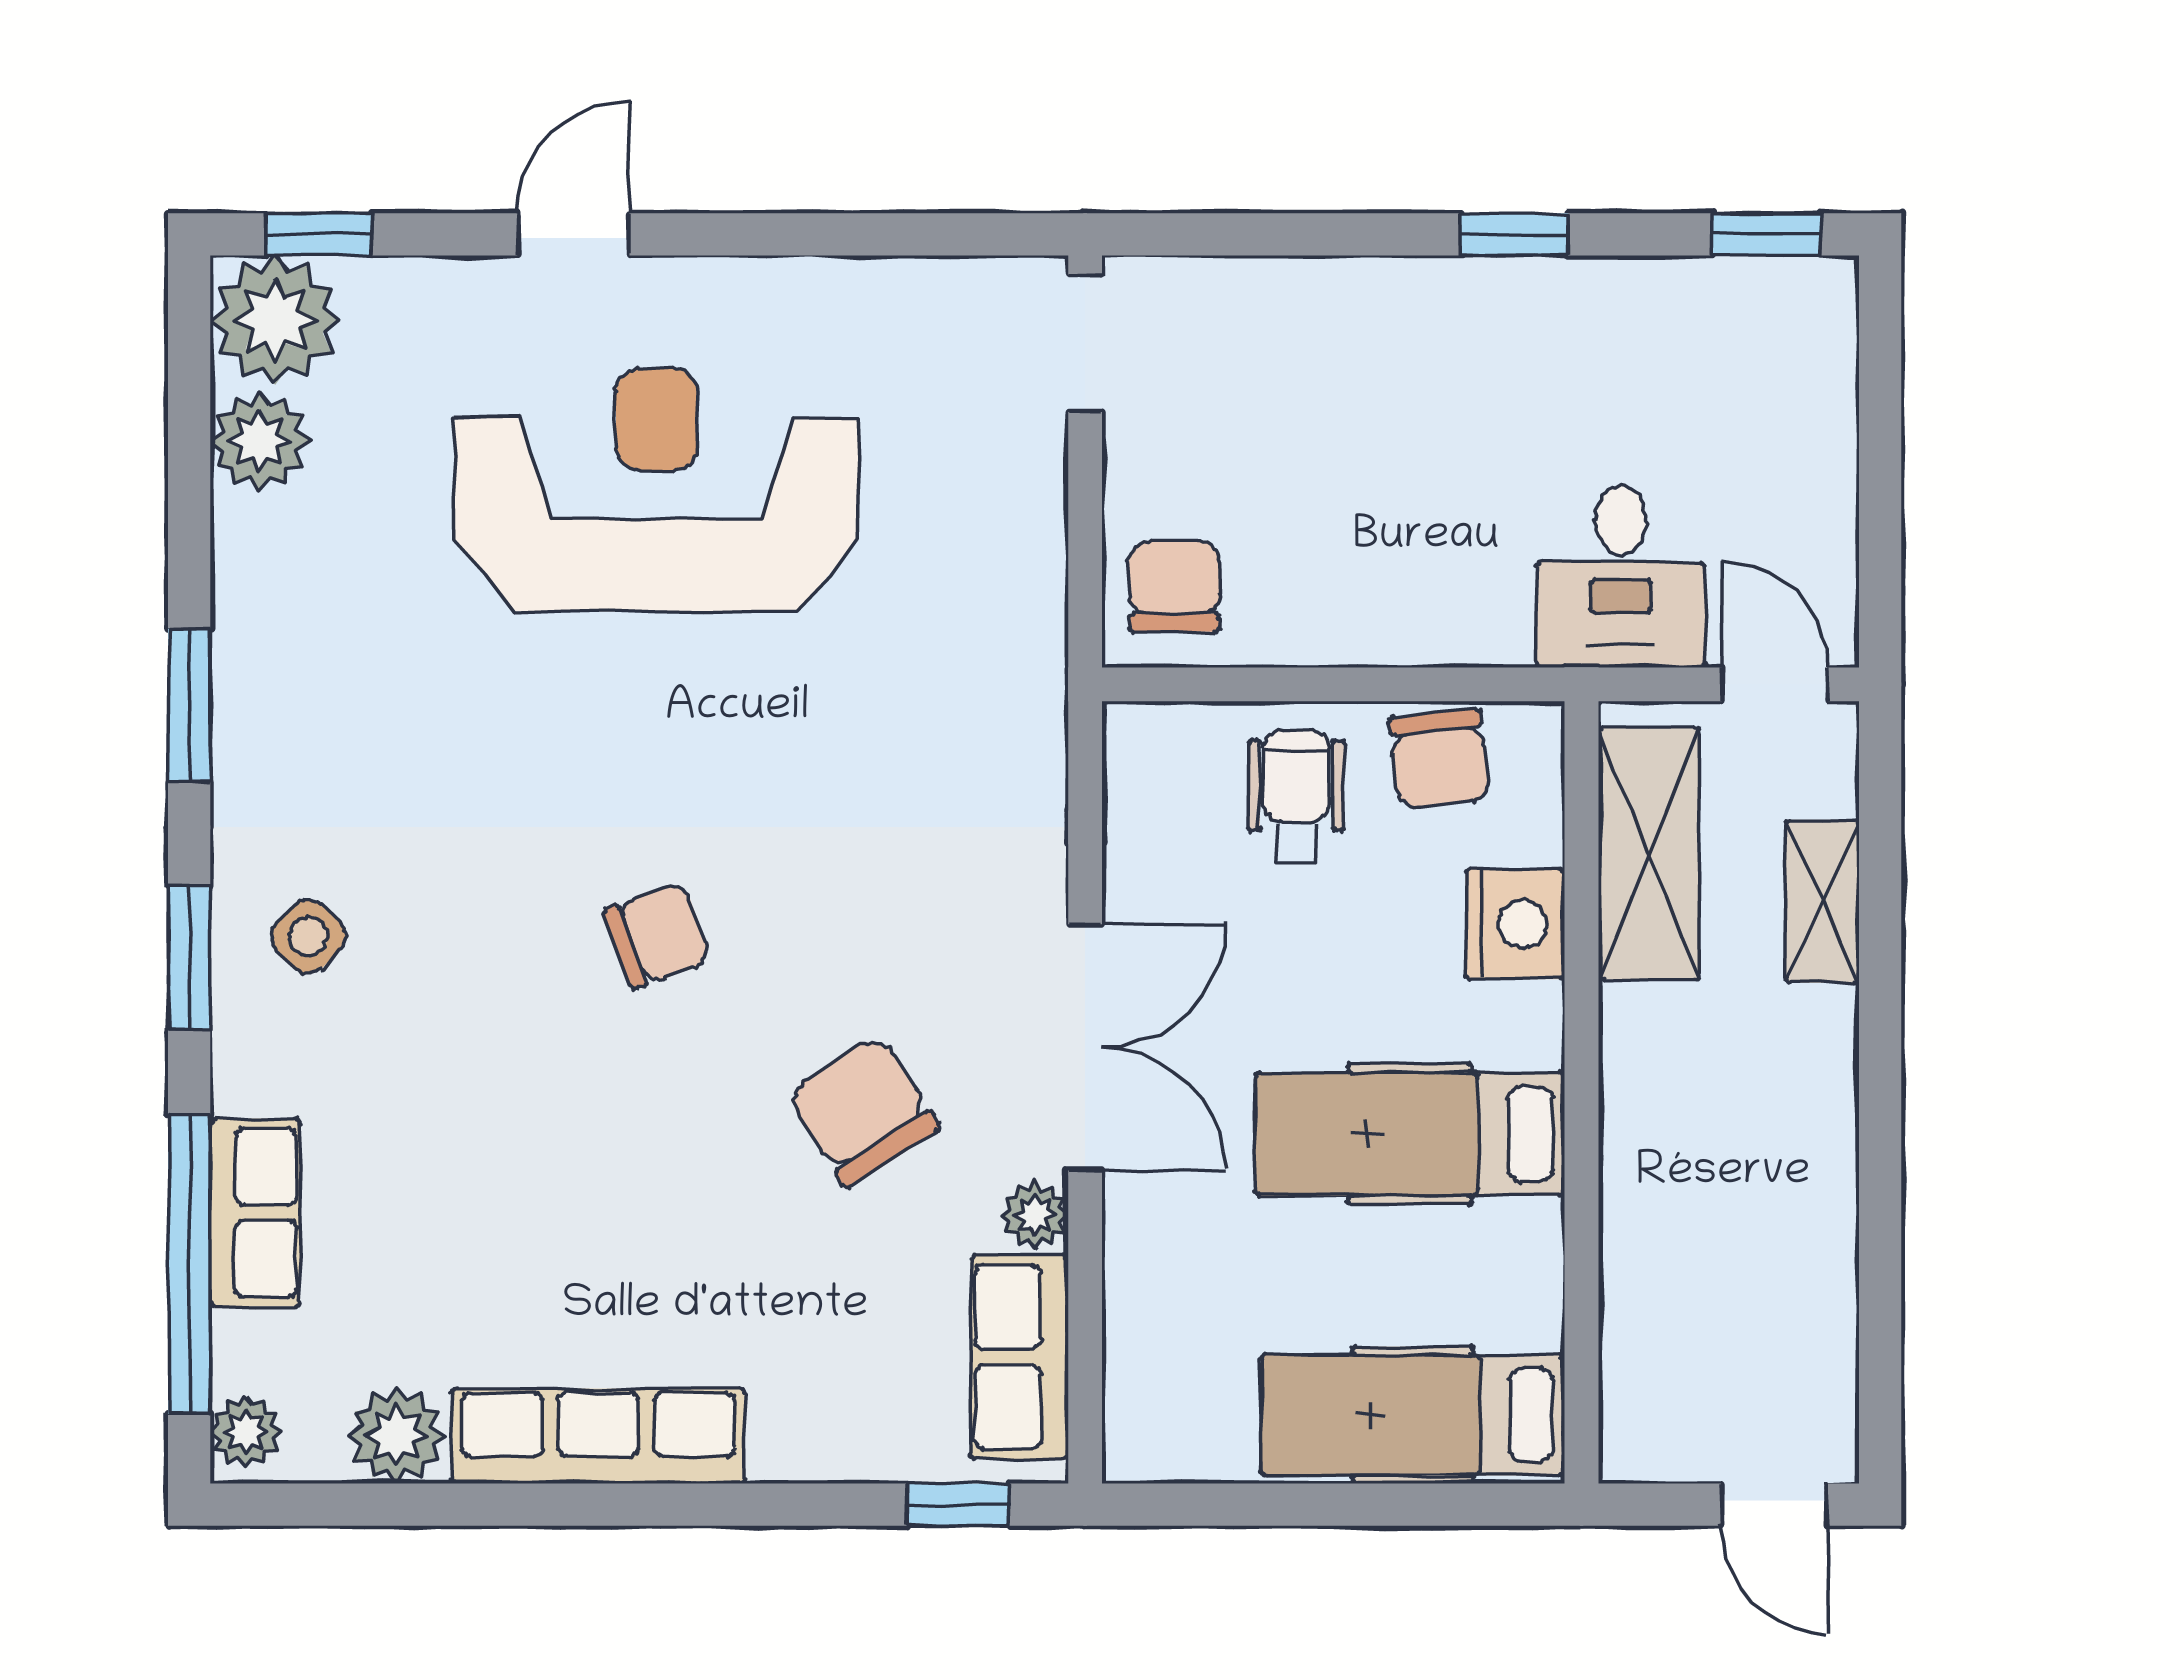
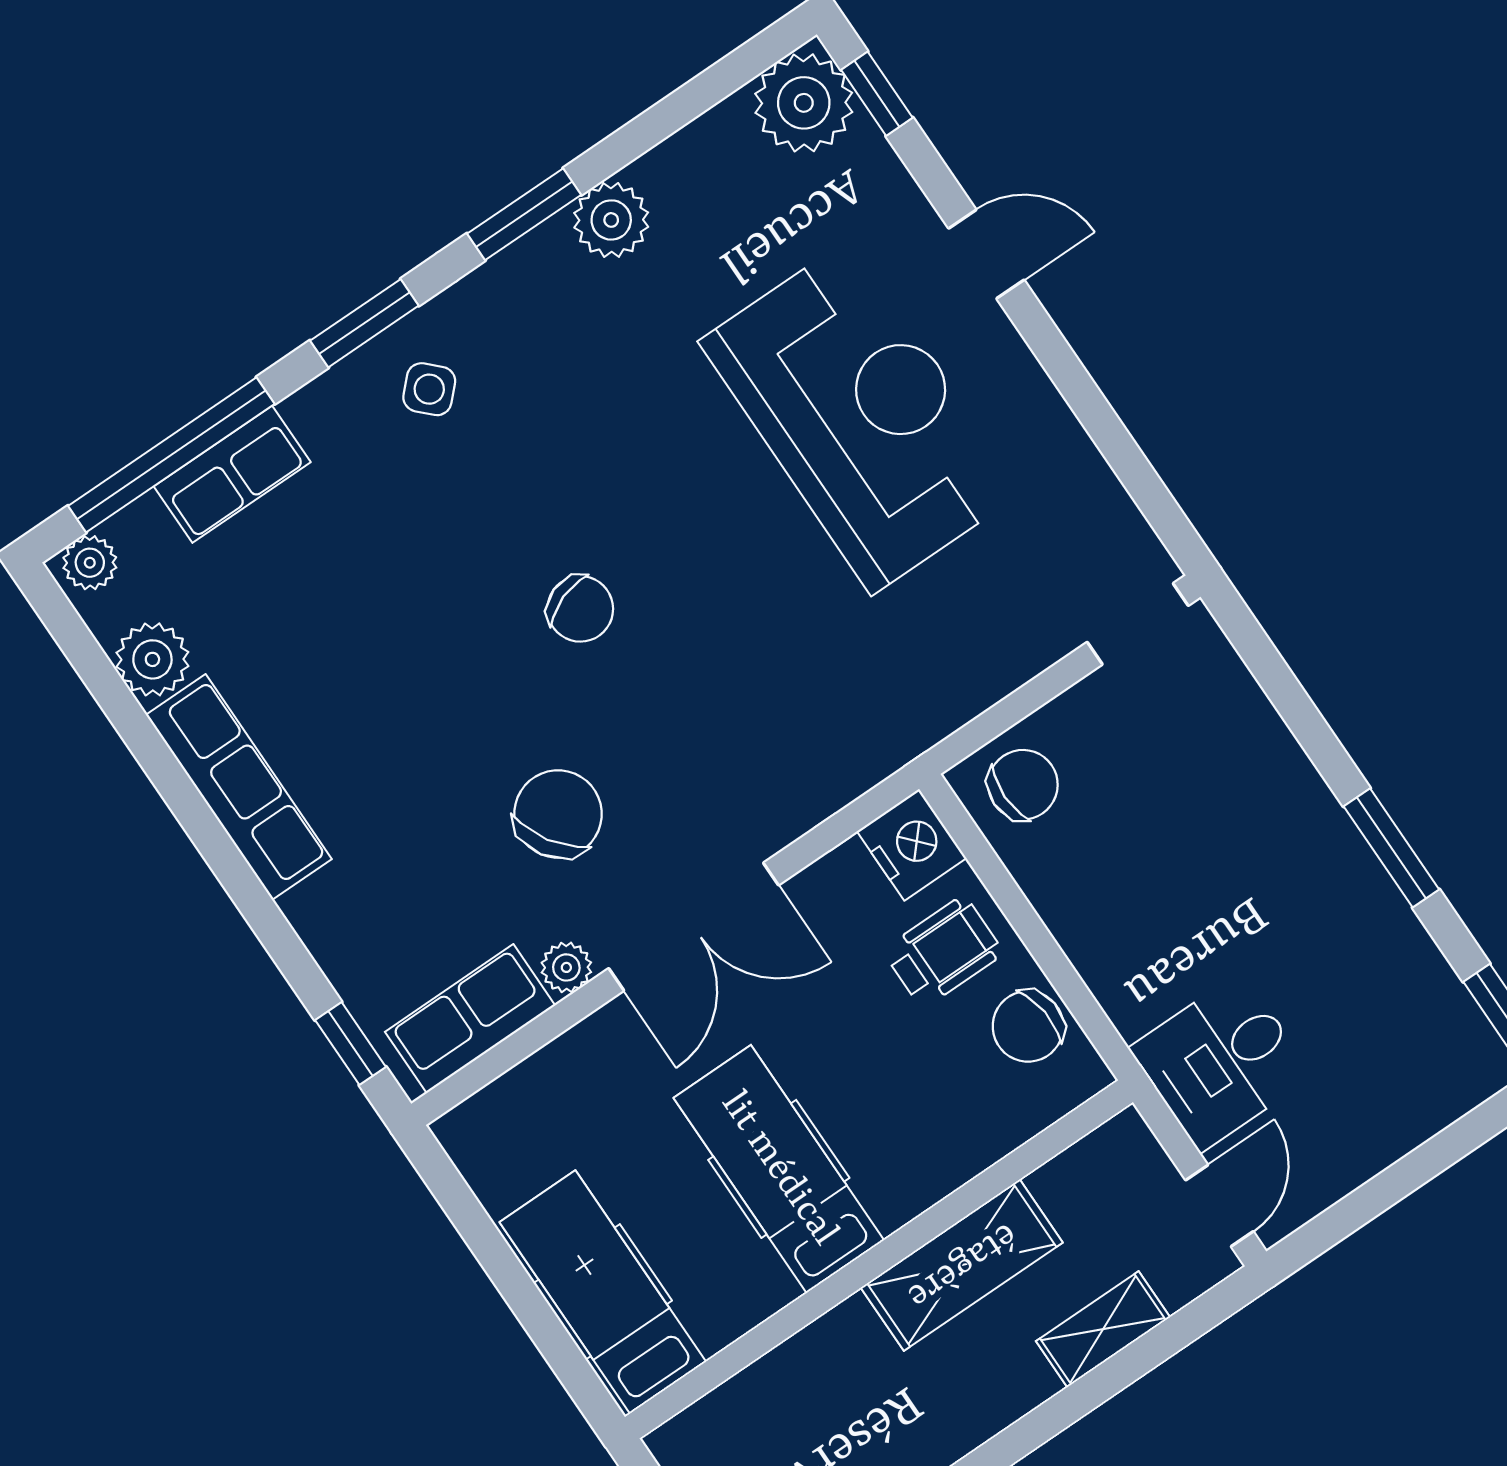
window: (1515, 234) -> (1391, 848), width x1.50
plant: (260, 441) -> (611, 220), moved
shelving: (1649, 853) -> (962, 1265), moved
nightstand: (1515, 924) -> (912, 845), moved, turned -90

